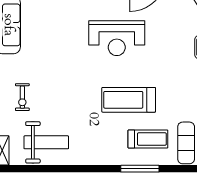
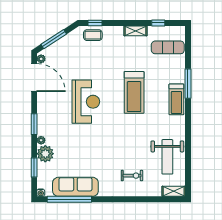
treadmill: (148, 139) -> (176, 99), moved, turned 180
weight bench: (46, 142) -> (167, 157), turned 180

